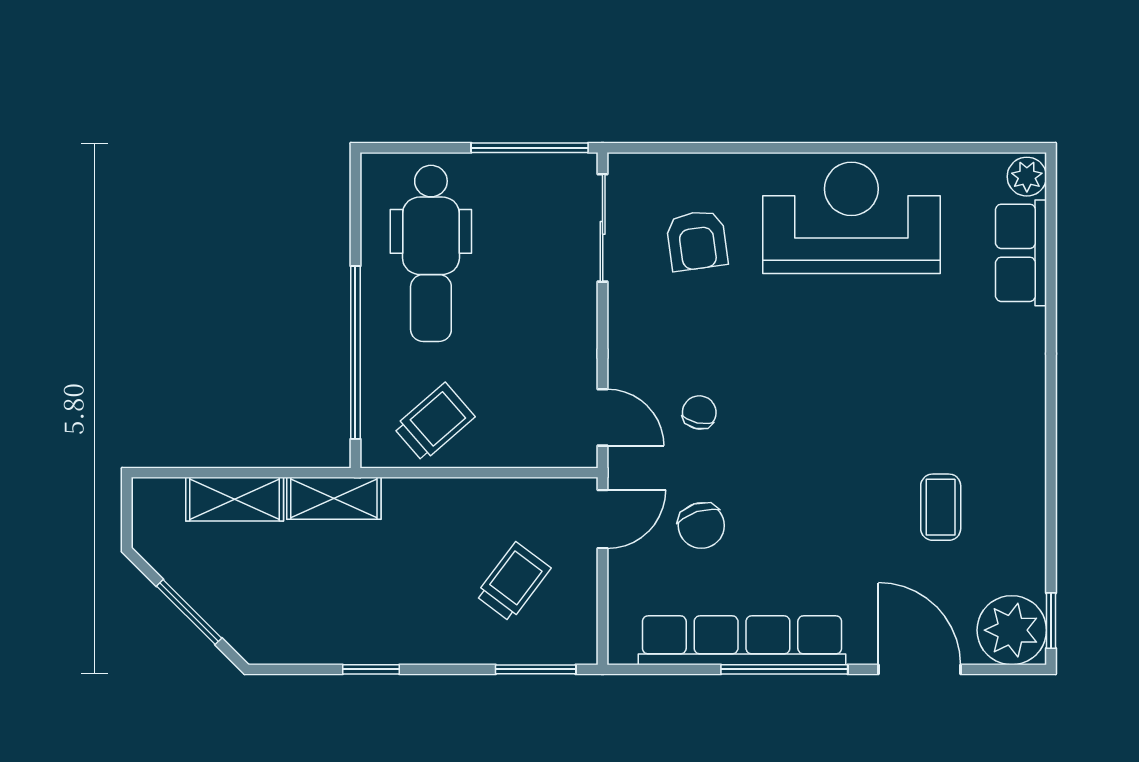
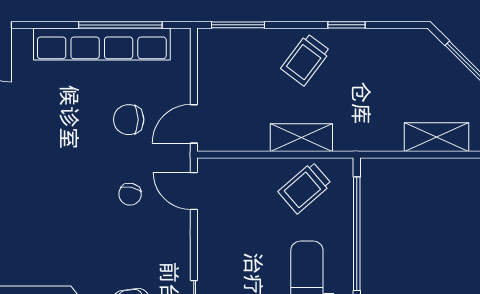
shelving: (334, 498) -> (301, 138), moved
chair: (701, 526) -> (129, 120), turned -72
trolley: (513, 582) -> (305, 60), moved
window: (784, 669) -> (120, 25), moved

